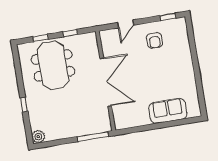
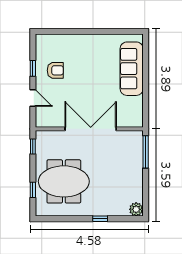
window: (168, 17) -> (33, 68), moved
window: (70, 33) -> (33, 147), moved
sofa: (168, 111) -> (132, 69), width x1.36

